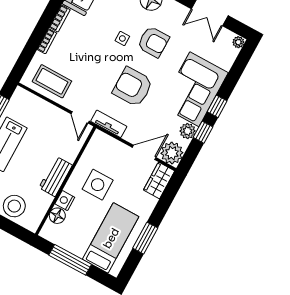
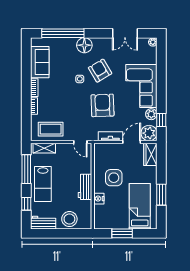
armchair: (153, 42) -> (100, 71), turned -121
armchair: (133, 87) -> (103, 105), turned 88
shelving: (31, 101) -> (44, 148), added
window: (217, 106) -> (161, 89), removed
tv unit: (109, 124) -> (110, 136), moved
window: (203, 132) -> (161, 120), moved
floor lamp: (57, 216) -> (99, 210), removed
window: (70, 260) -> (122, 233), width x0.69

